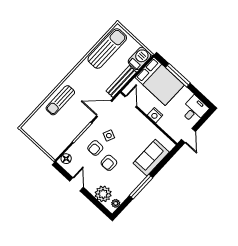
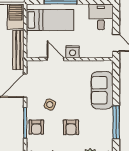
bed: (160, 81) -> (50, 20), width x0.67
door: (131, 101) -> (55, 59), moved
armchair: (95, 148) -> (36, 127), moved

